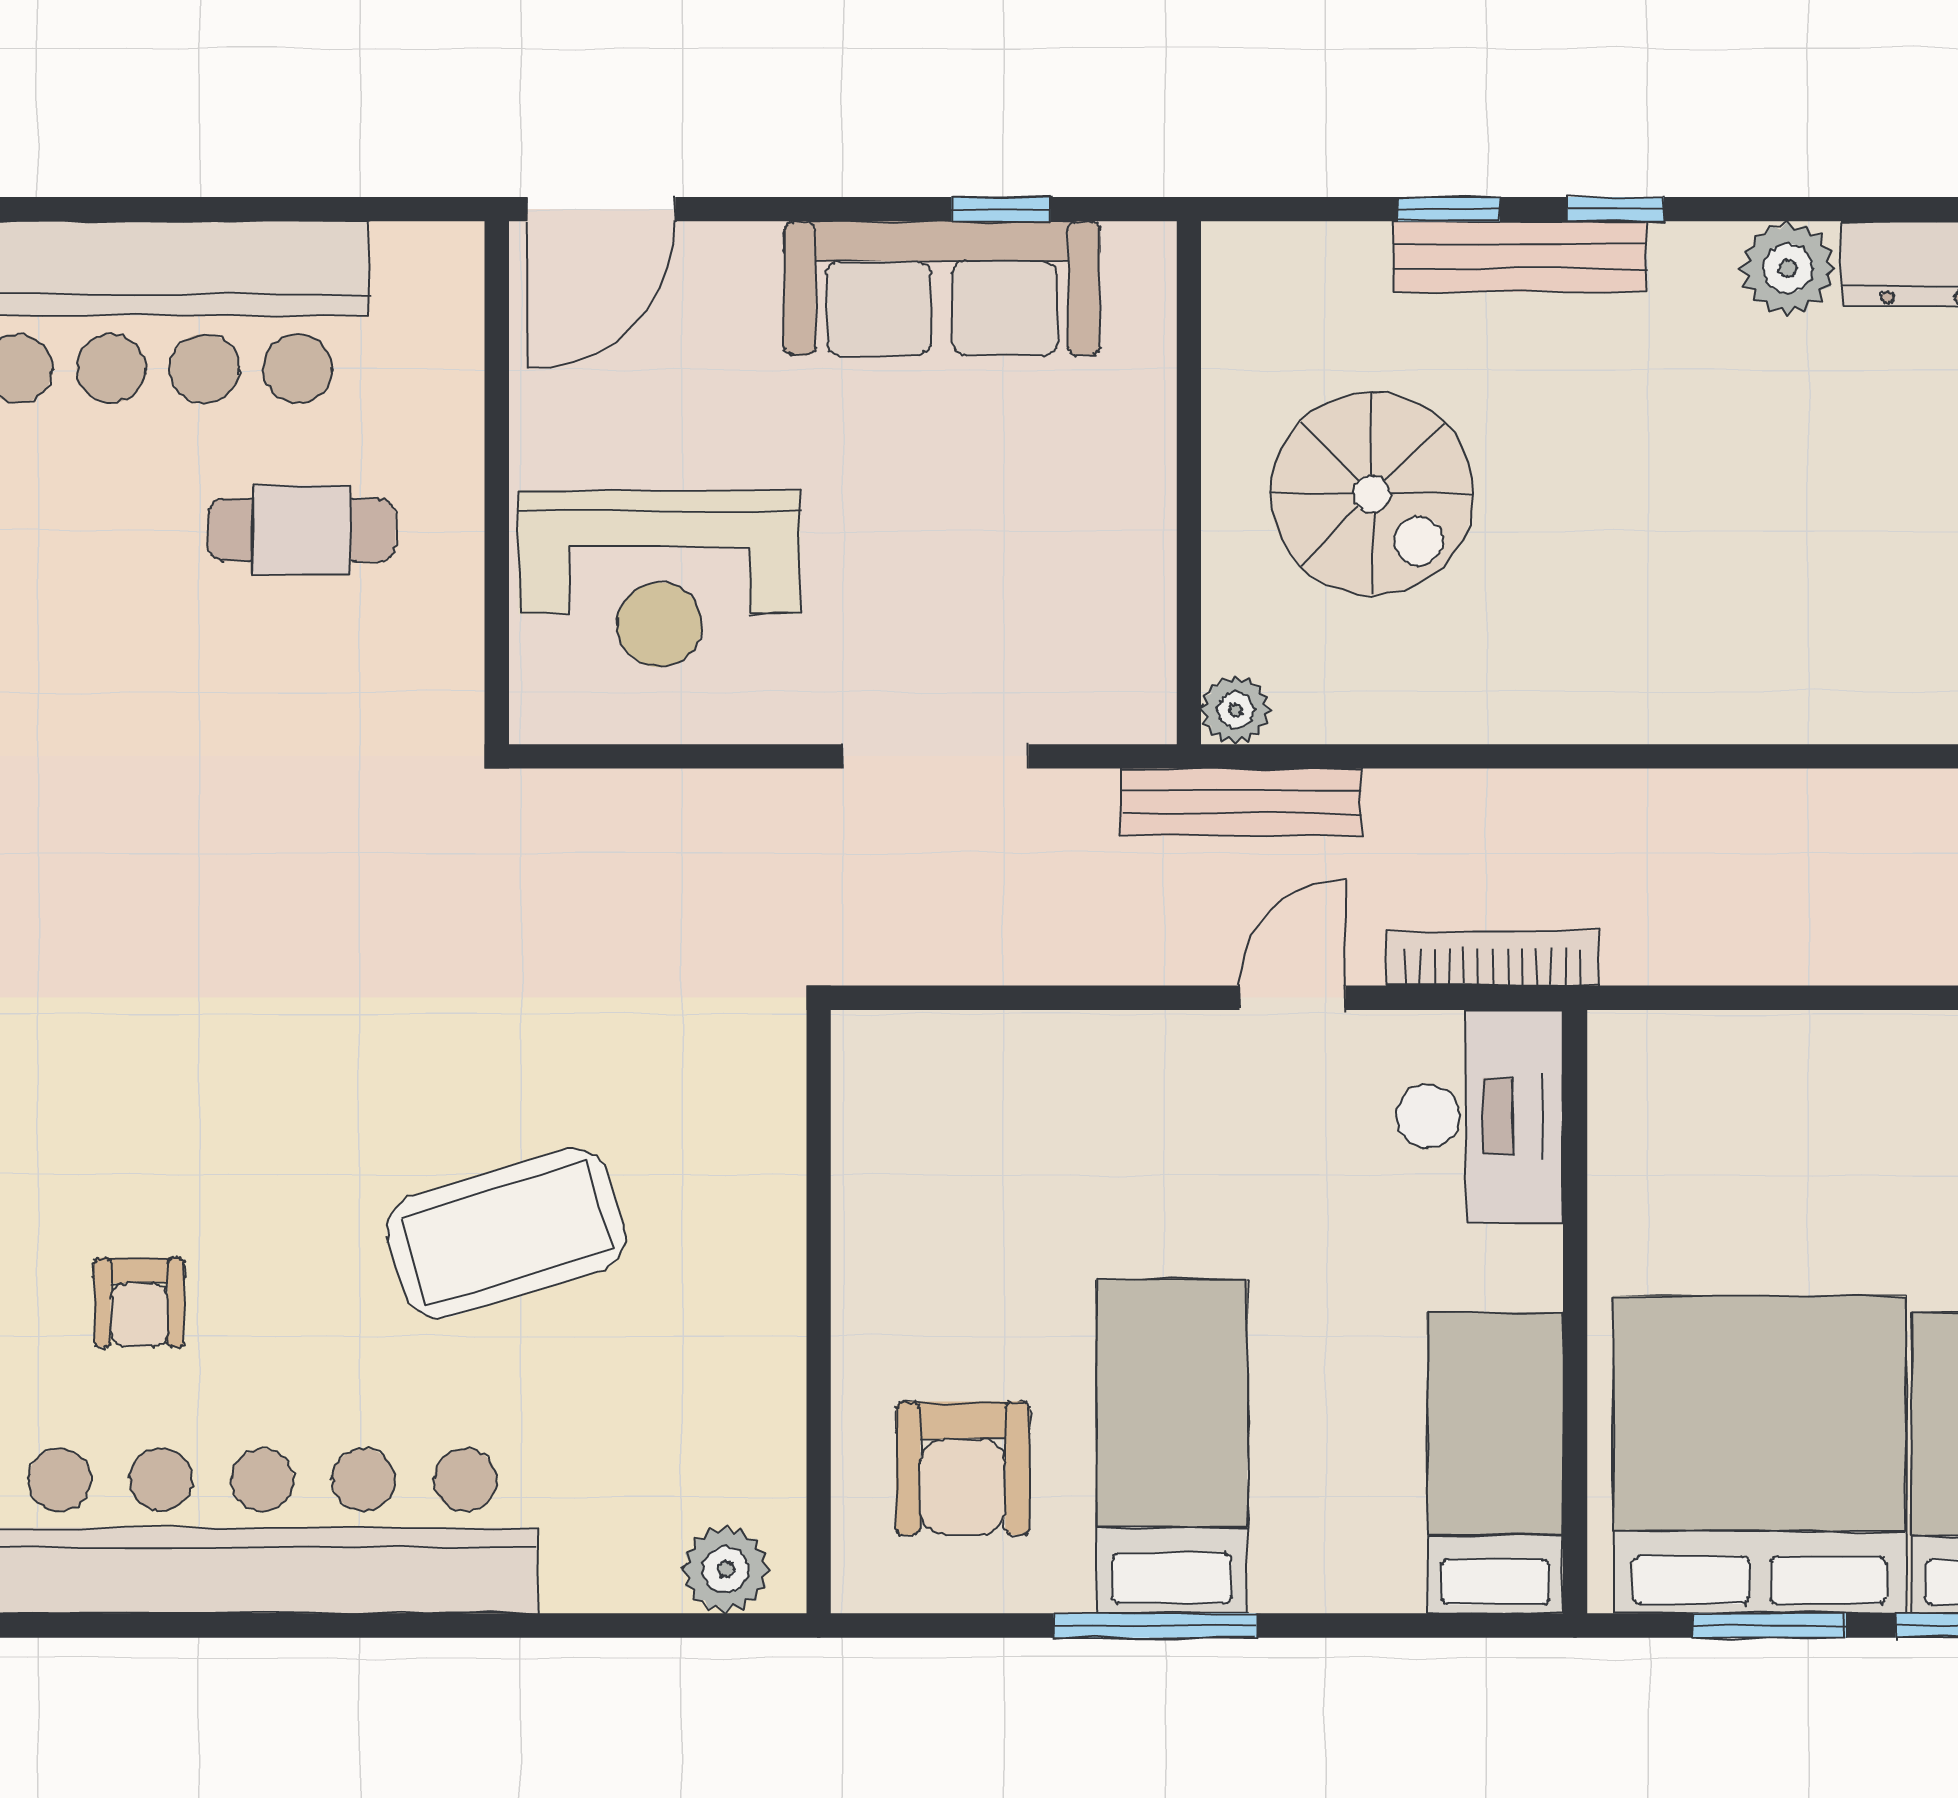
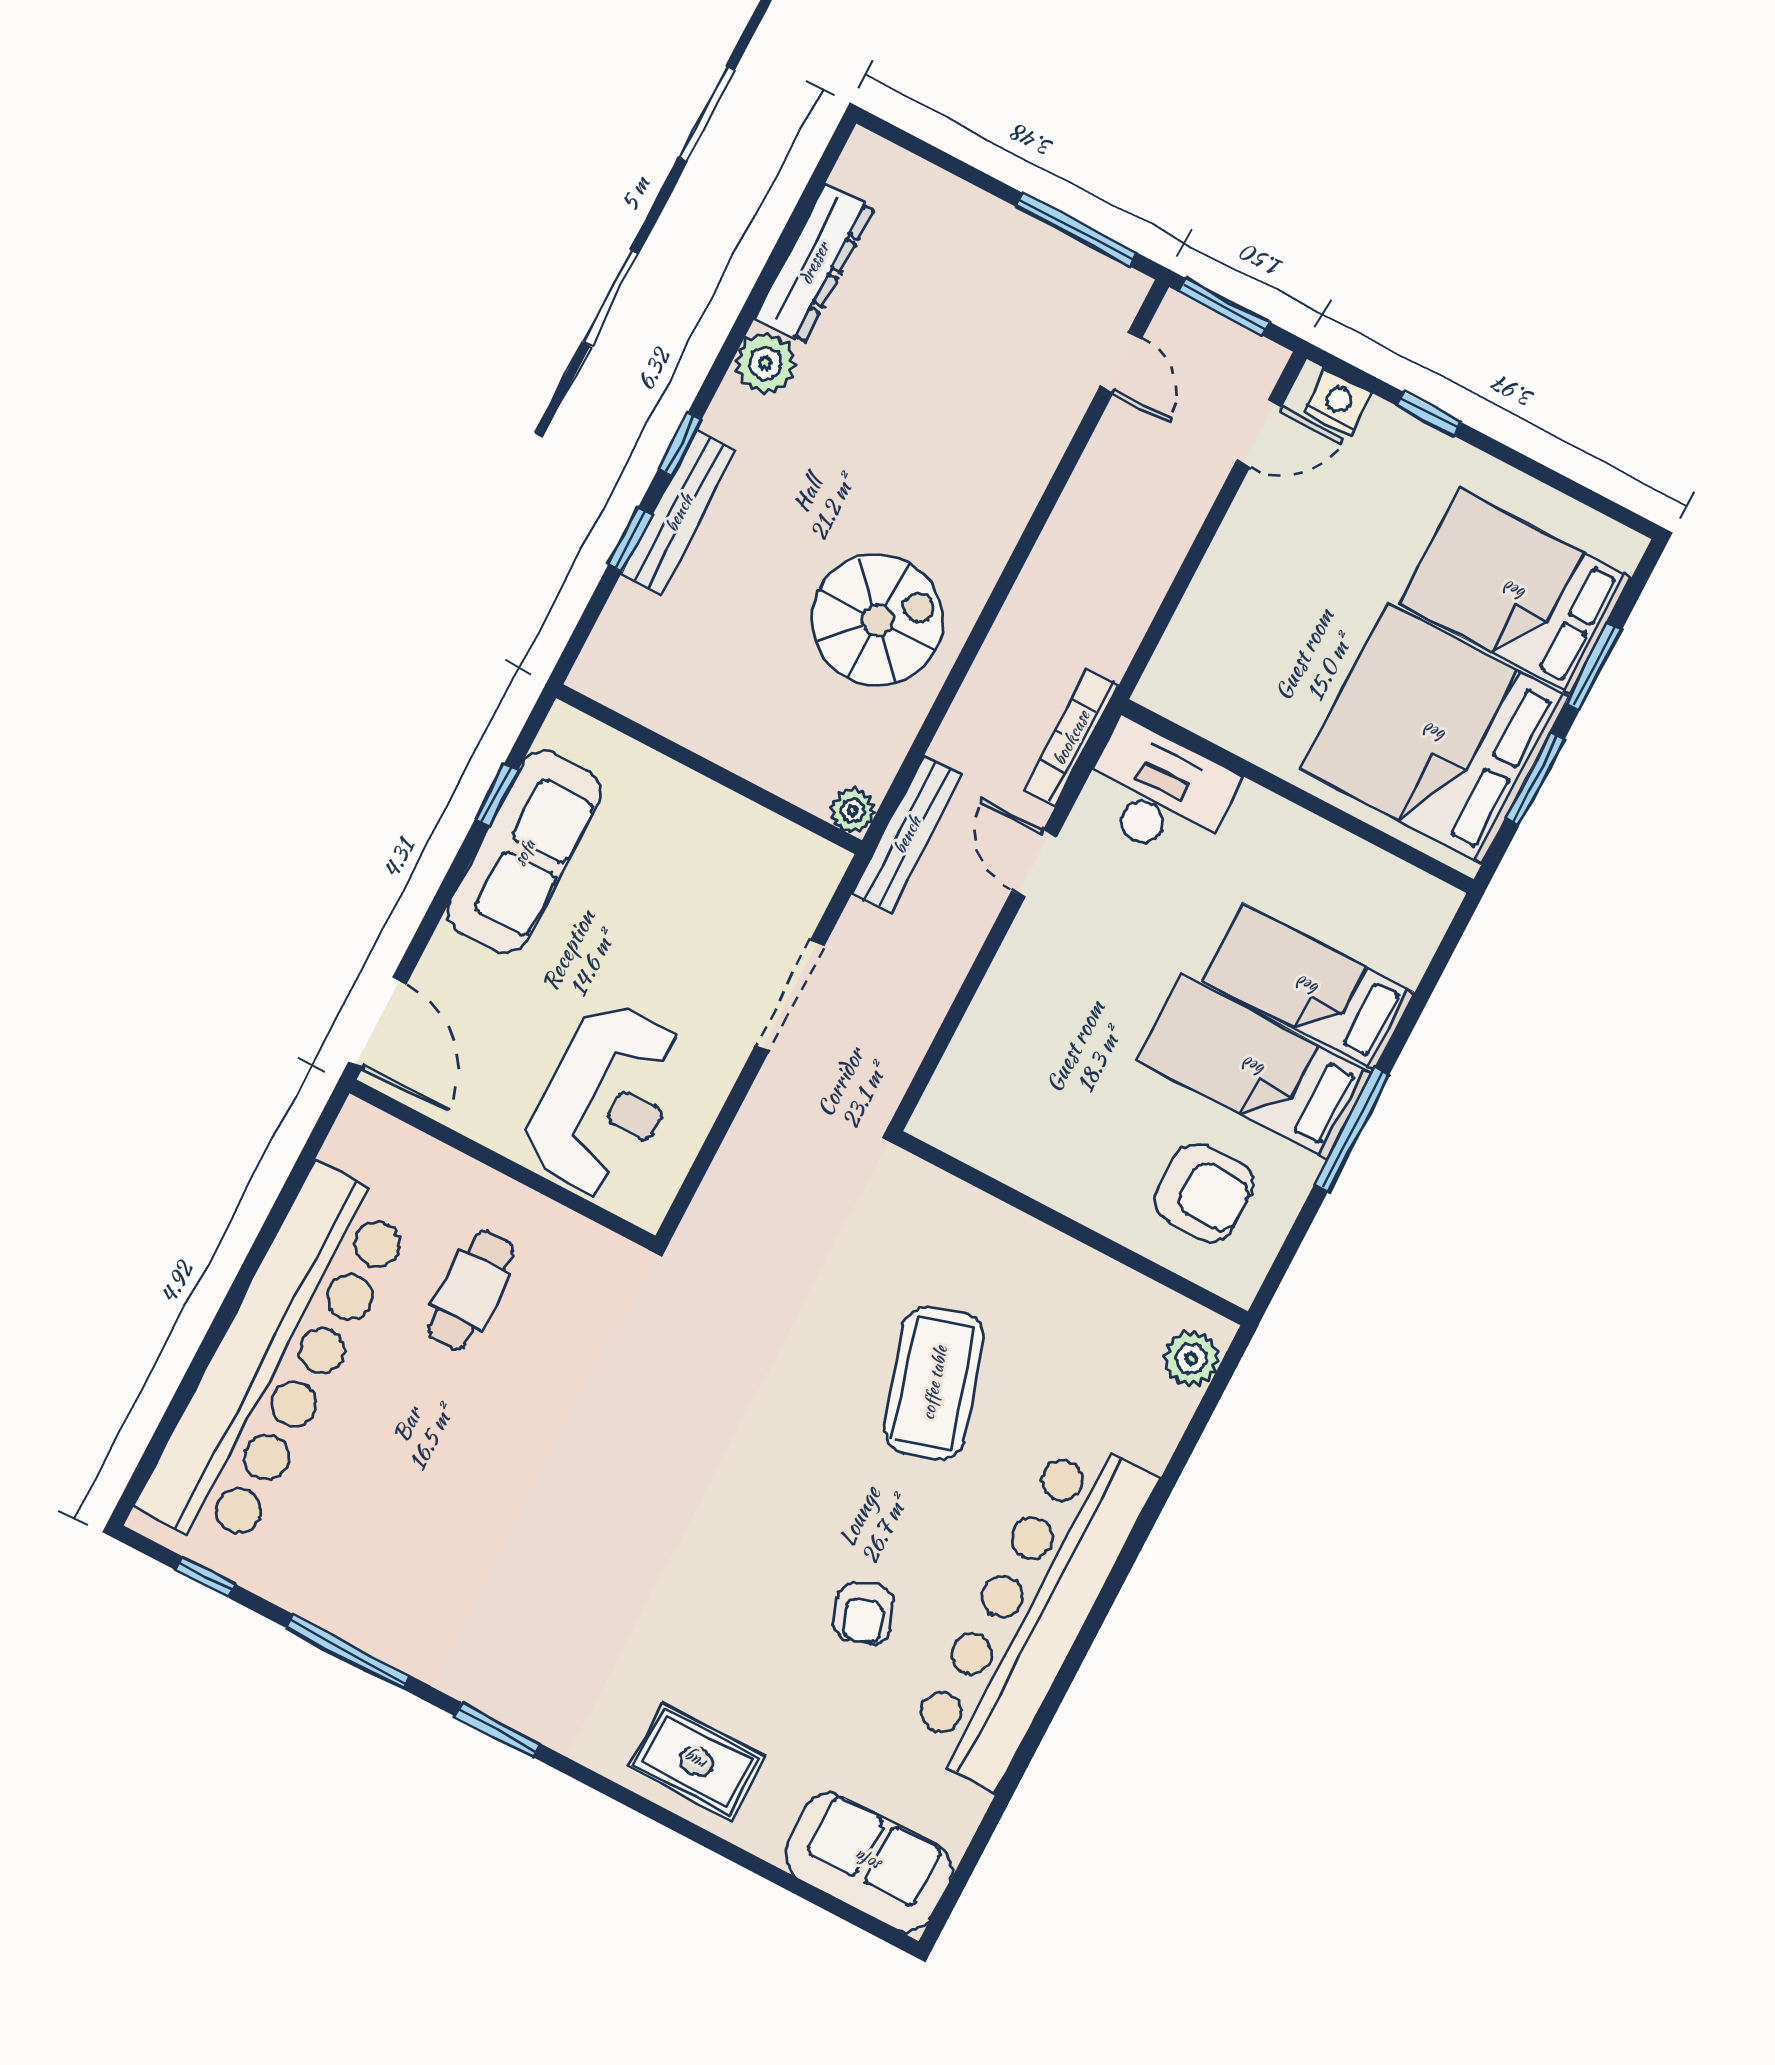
spiral stairs: (1372, 494) -> (878, 620), moved
armchair: (139, 1303) -> (864, 1614), turned 69
bed: (1495, 1463) -> (1308, 986), moved

